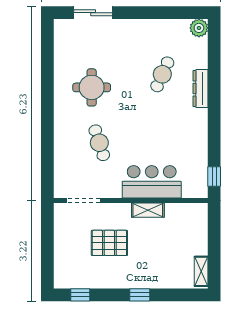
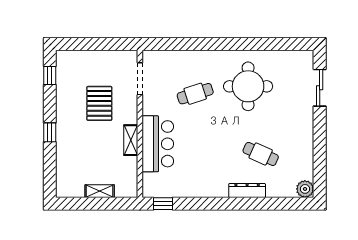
round table: (92, 87) -> (248, 86), width x1.36, depth x1.36
shelving: (201, 271) -> (100, 191), moved

